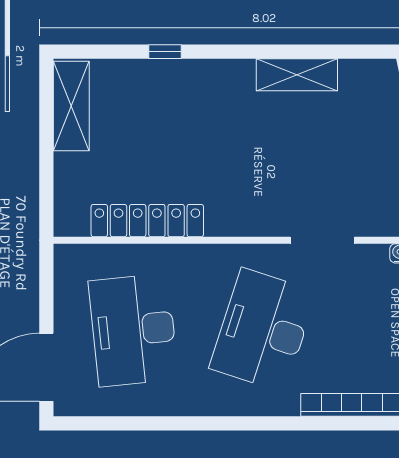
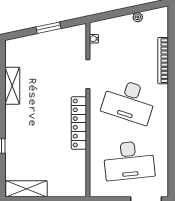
locker: (147, 221) -> (79, 123), moved

